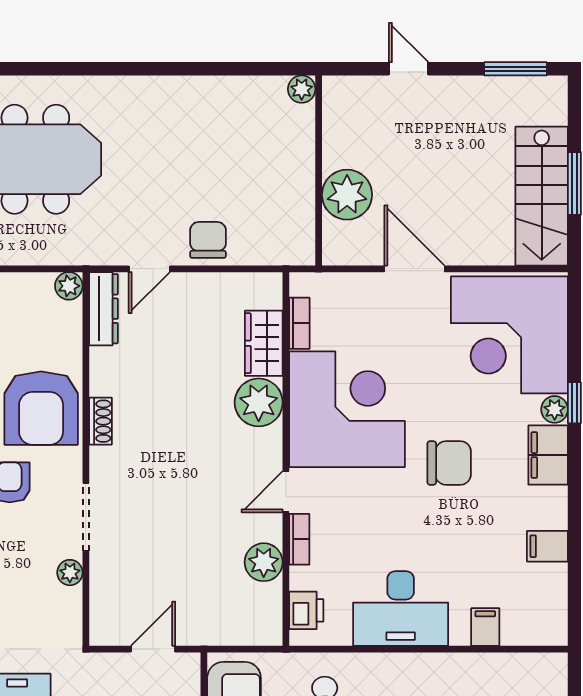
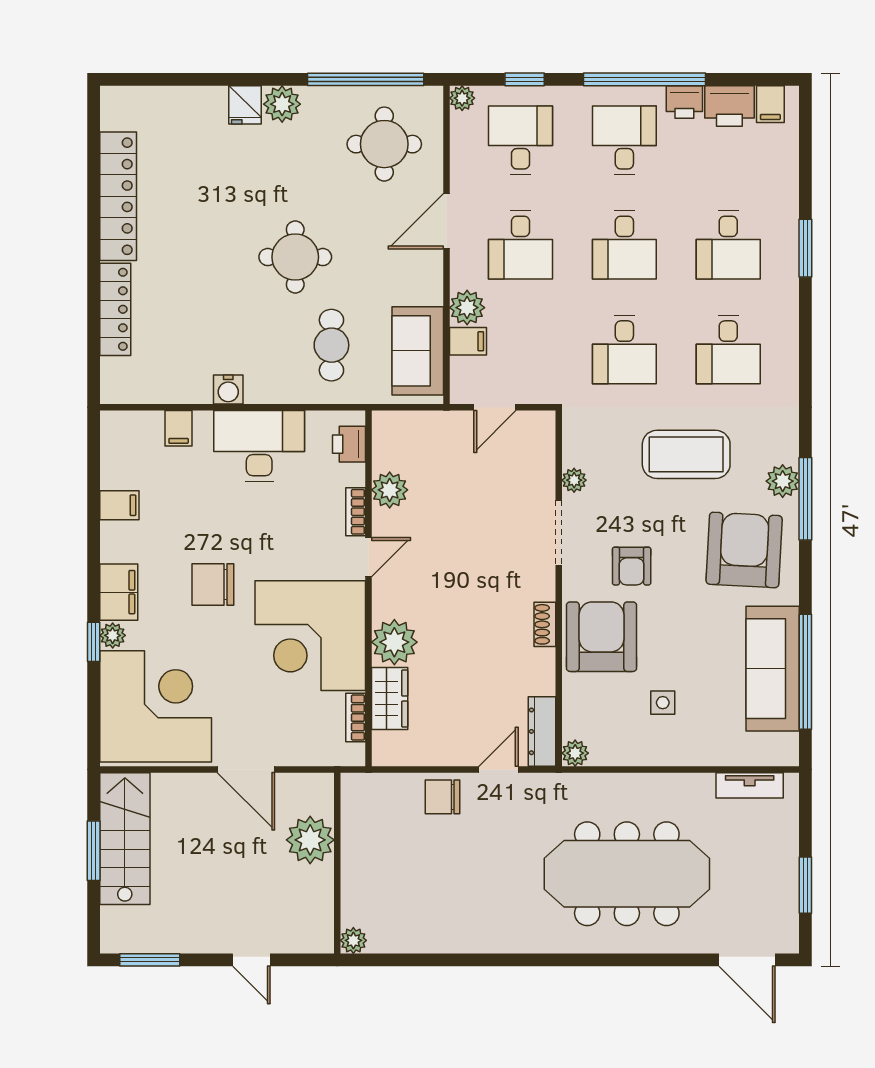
chair: (208, 240) -> (443, 797), turned 90
water cooler: (433, 668) -> (228, 390), added

